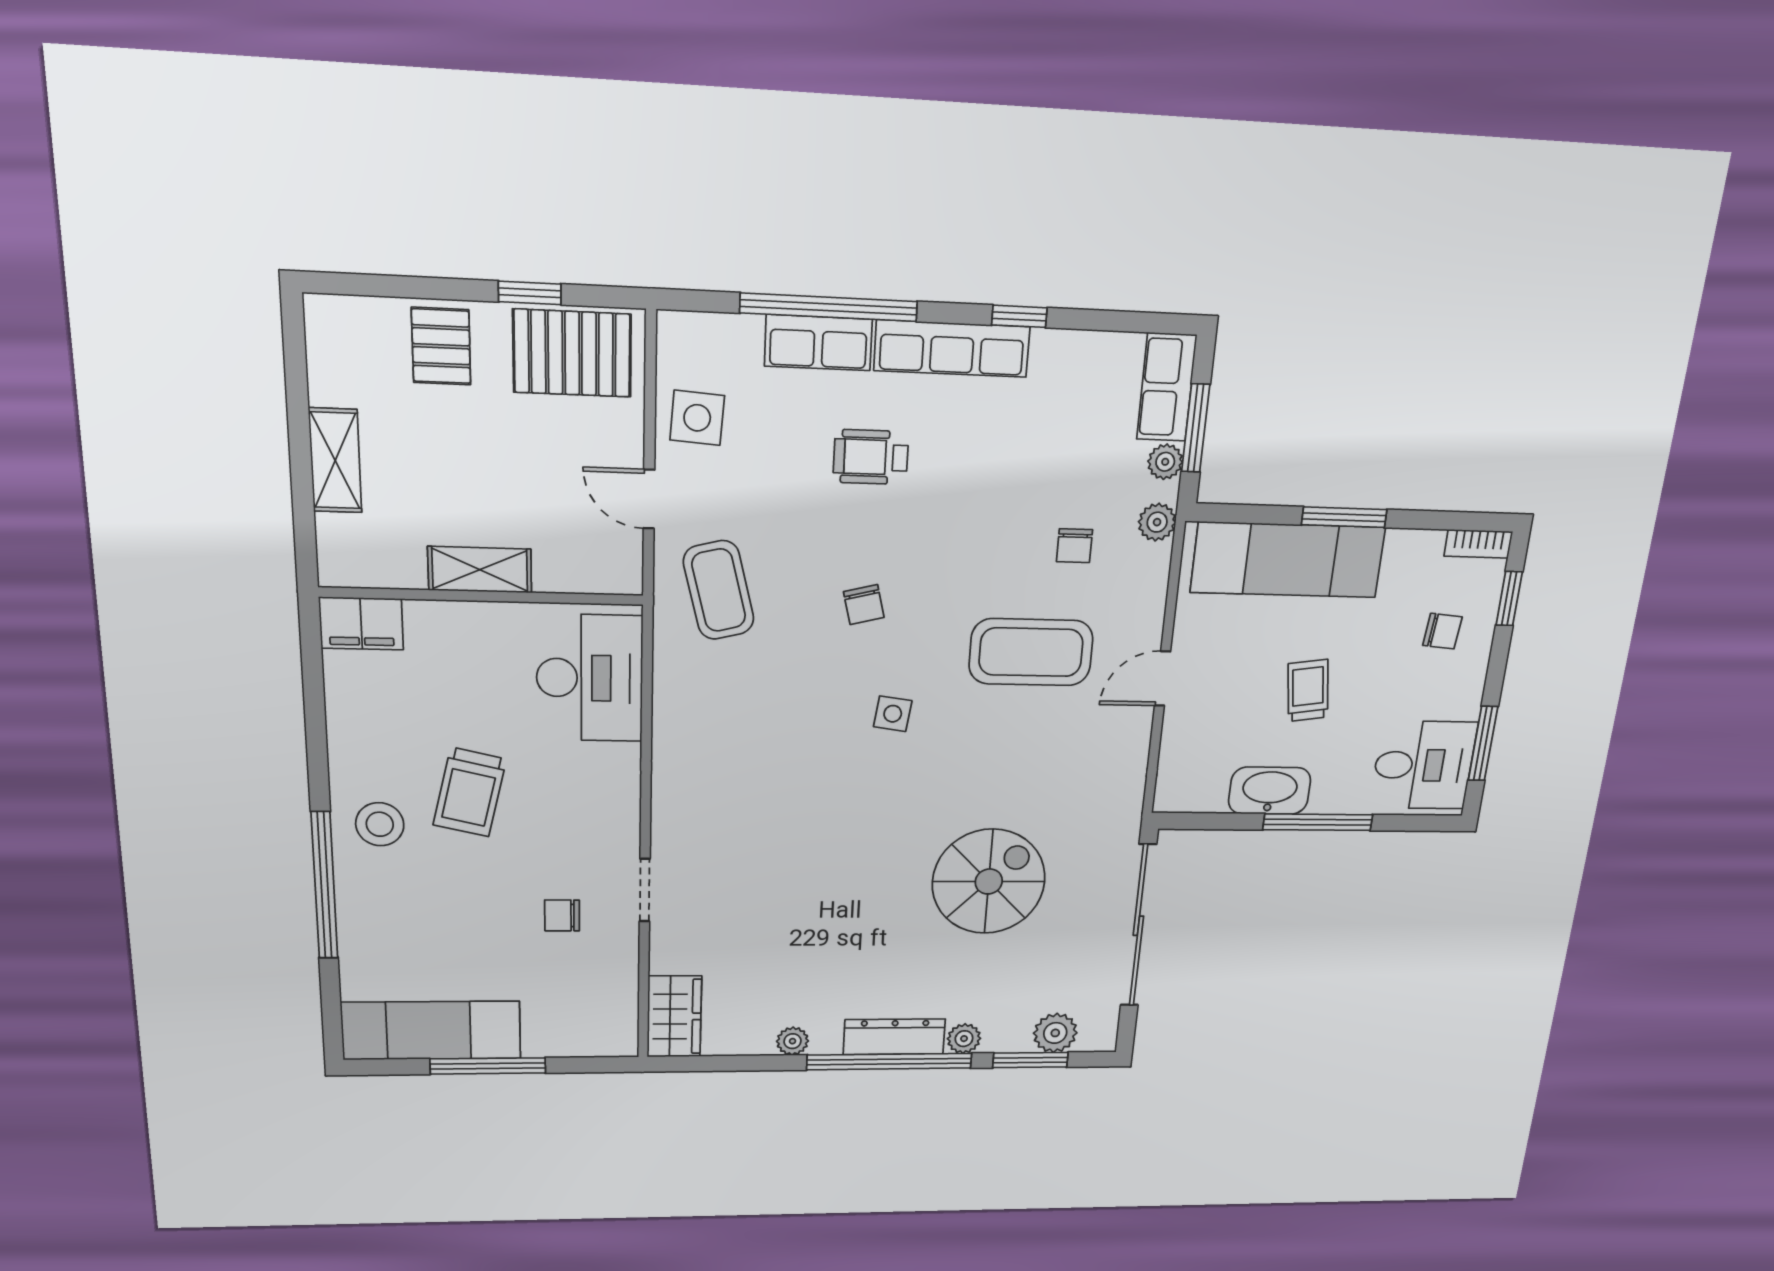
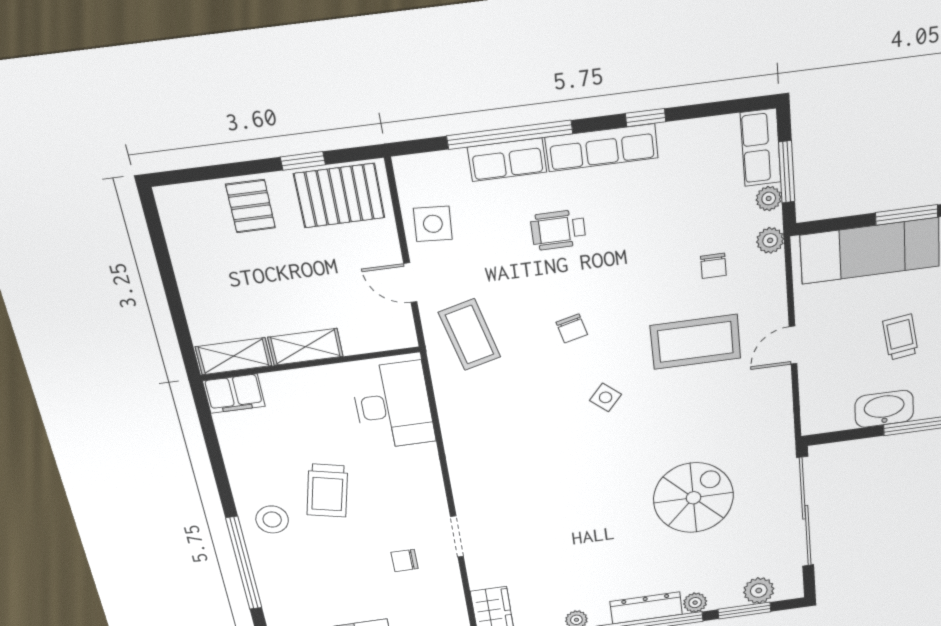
shelving: (335, 460) -> (234, 356), moved, turned 90
side table: (893, 714) -> (606, 397), turned 33

